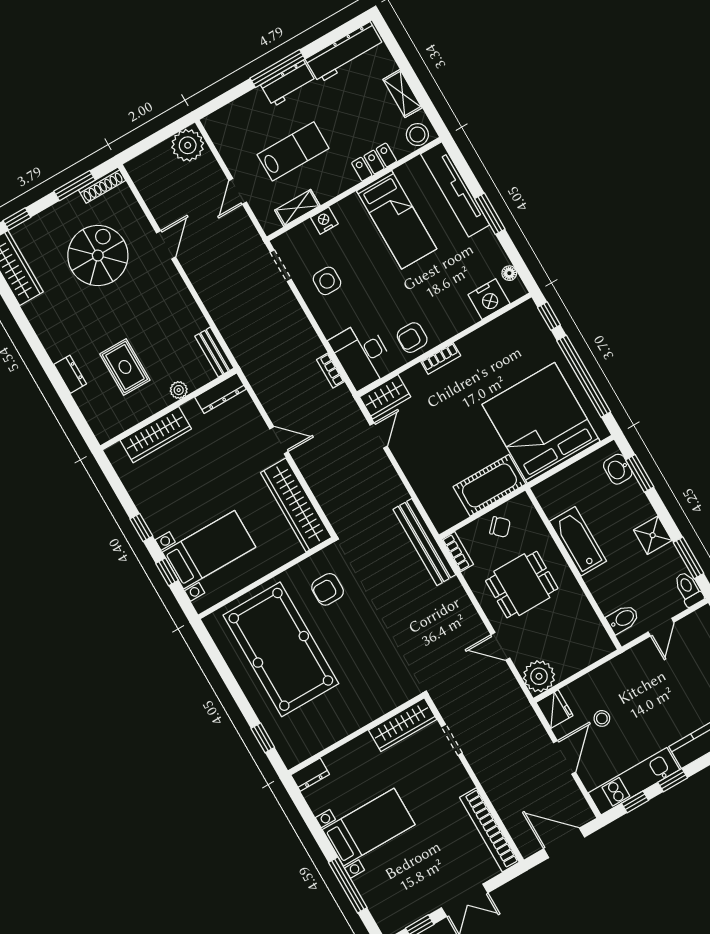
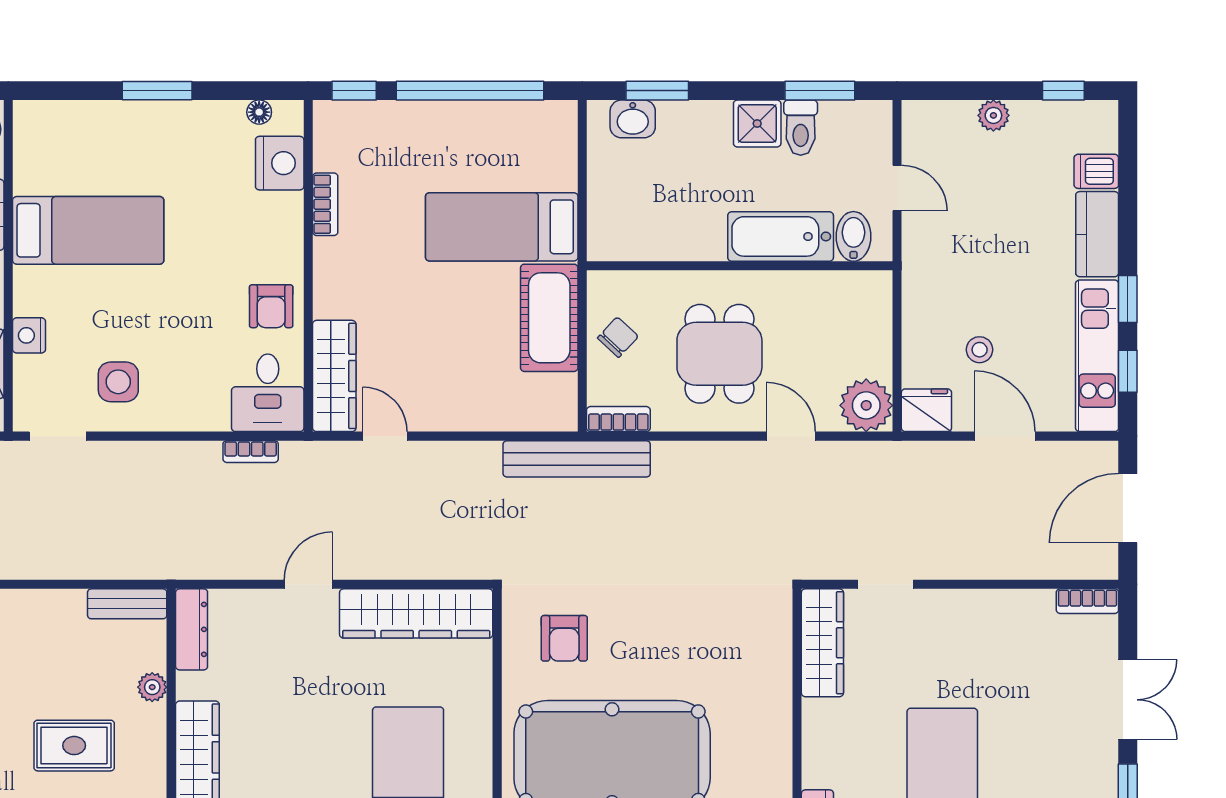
tv unit: (455, 189) -> (93, 120), removed
desk: (362, 355) -> (268, 393), width x0.73
bookcase: (441, 358) -> (325, 204), moved
wardrobe: (385, 397) -> (334, 376), width x1.50
bed: (541, 423) -> (502, 227), width x0.49
bathtub: (578, 541) -> (781, 236), moved
toilet: (688, 589) -> (801, 128), moved, turned -90
door: (500, 646) -> (791, 436), swing flipped
bookcase: (489, 830) -> (1087, 601), width x0.43, depth x0.76

